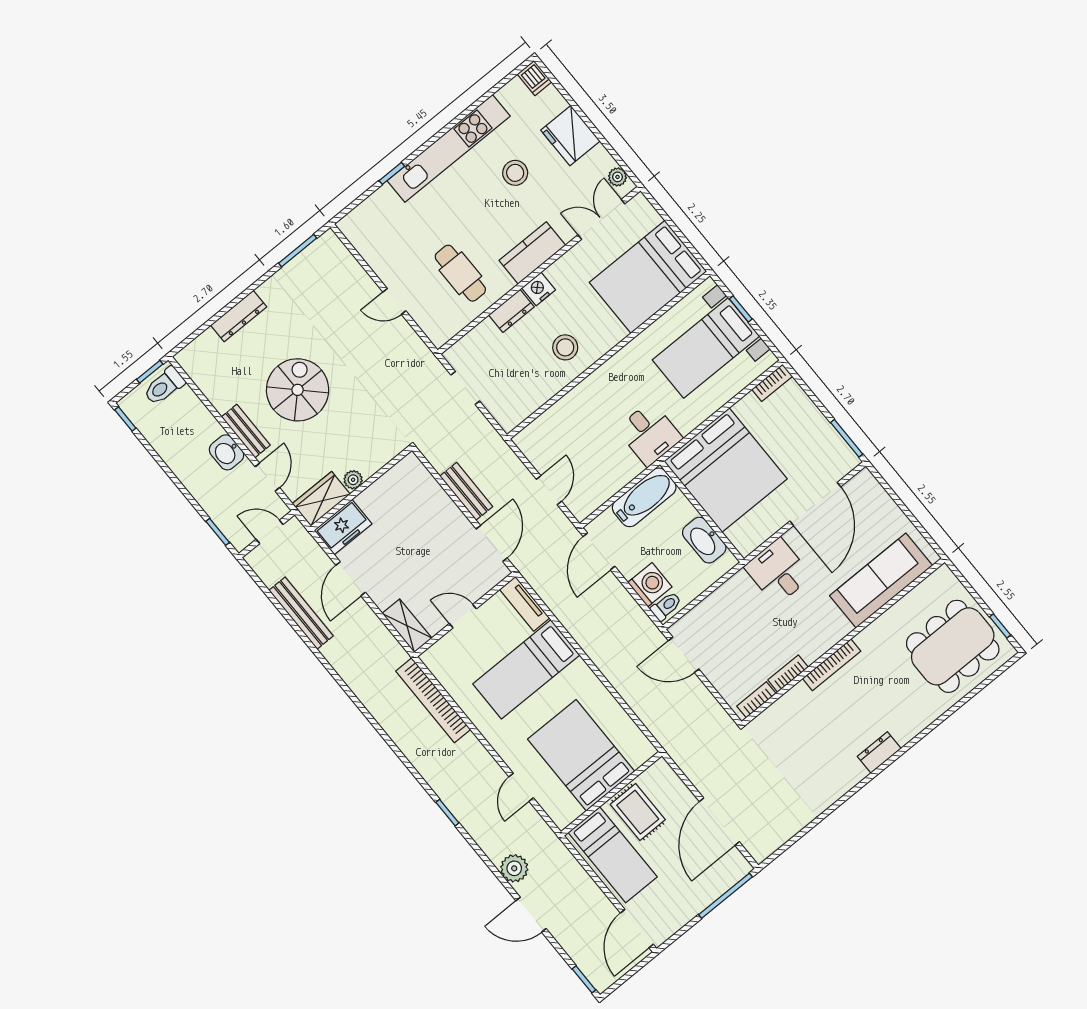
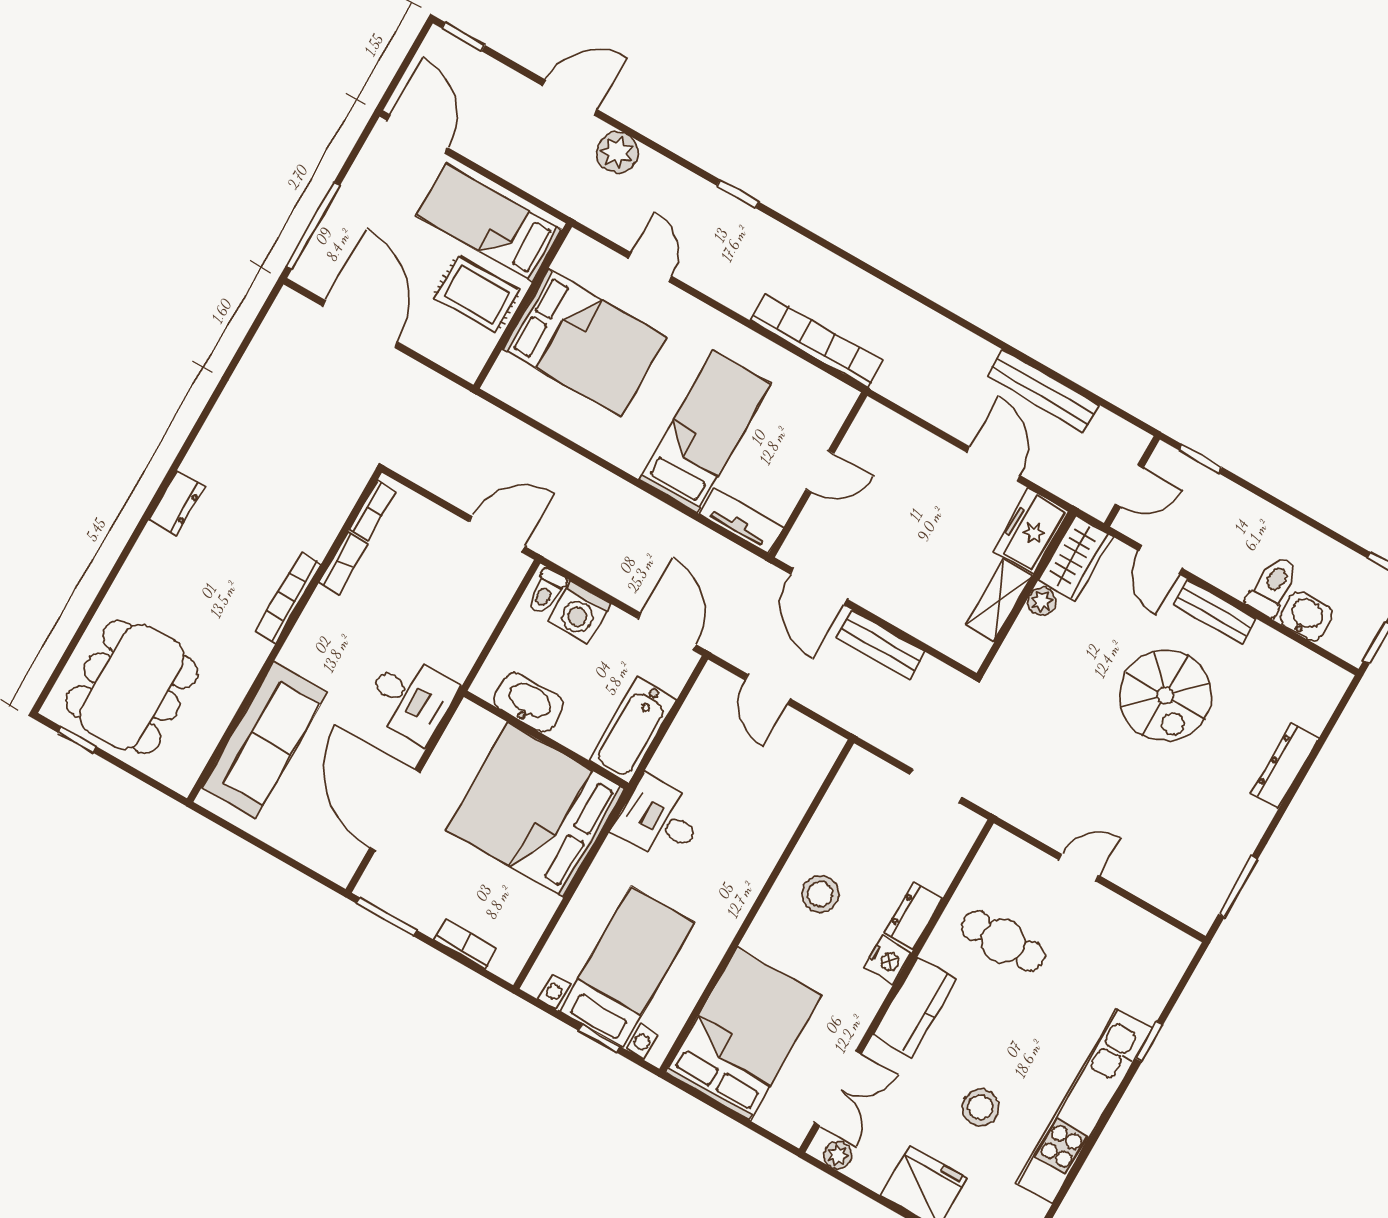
bookcase: (772, 383) -> (465, 944), moved, turned 90
toilet: (164, 386) -> (1273, 586), moved
washbasin: (227, 452) -> (1306, 616), moved
shelving: (407, 626) -> (999, 601), moved, turned 90

